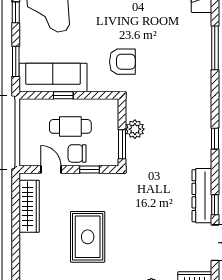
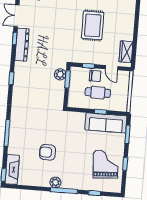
armchair: (122, 62) -> (48, 152), moved
plant: (135, 129) -> (60, 74), moved
wardrobe: (29, 206) -> (126, 52), width x0.67

